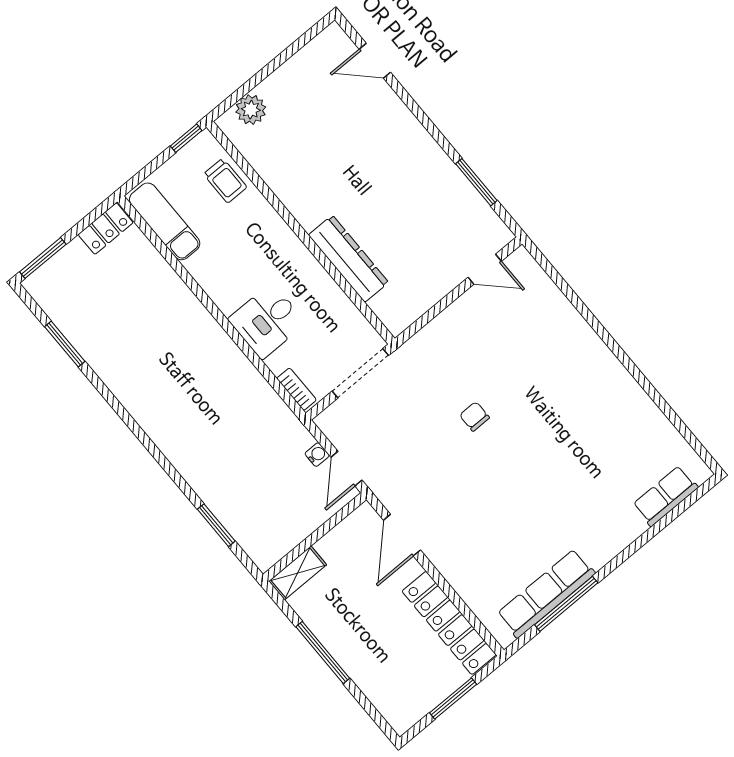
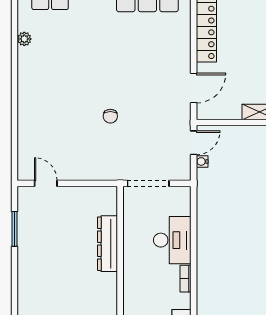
desk: (267, 321) -> (172, 240), width x1.37
bookcase: (297, 389) -> (185, 279), moved
plant: (658, 423) -> (24, 39), added

